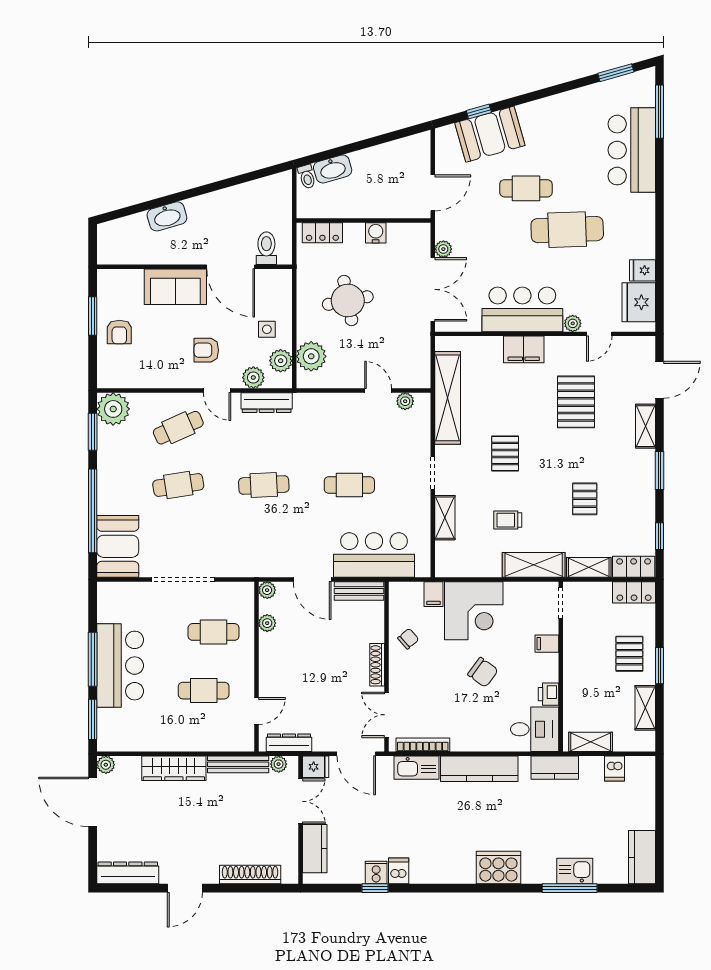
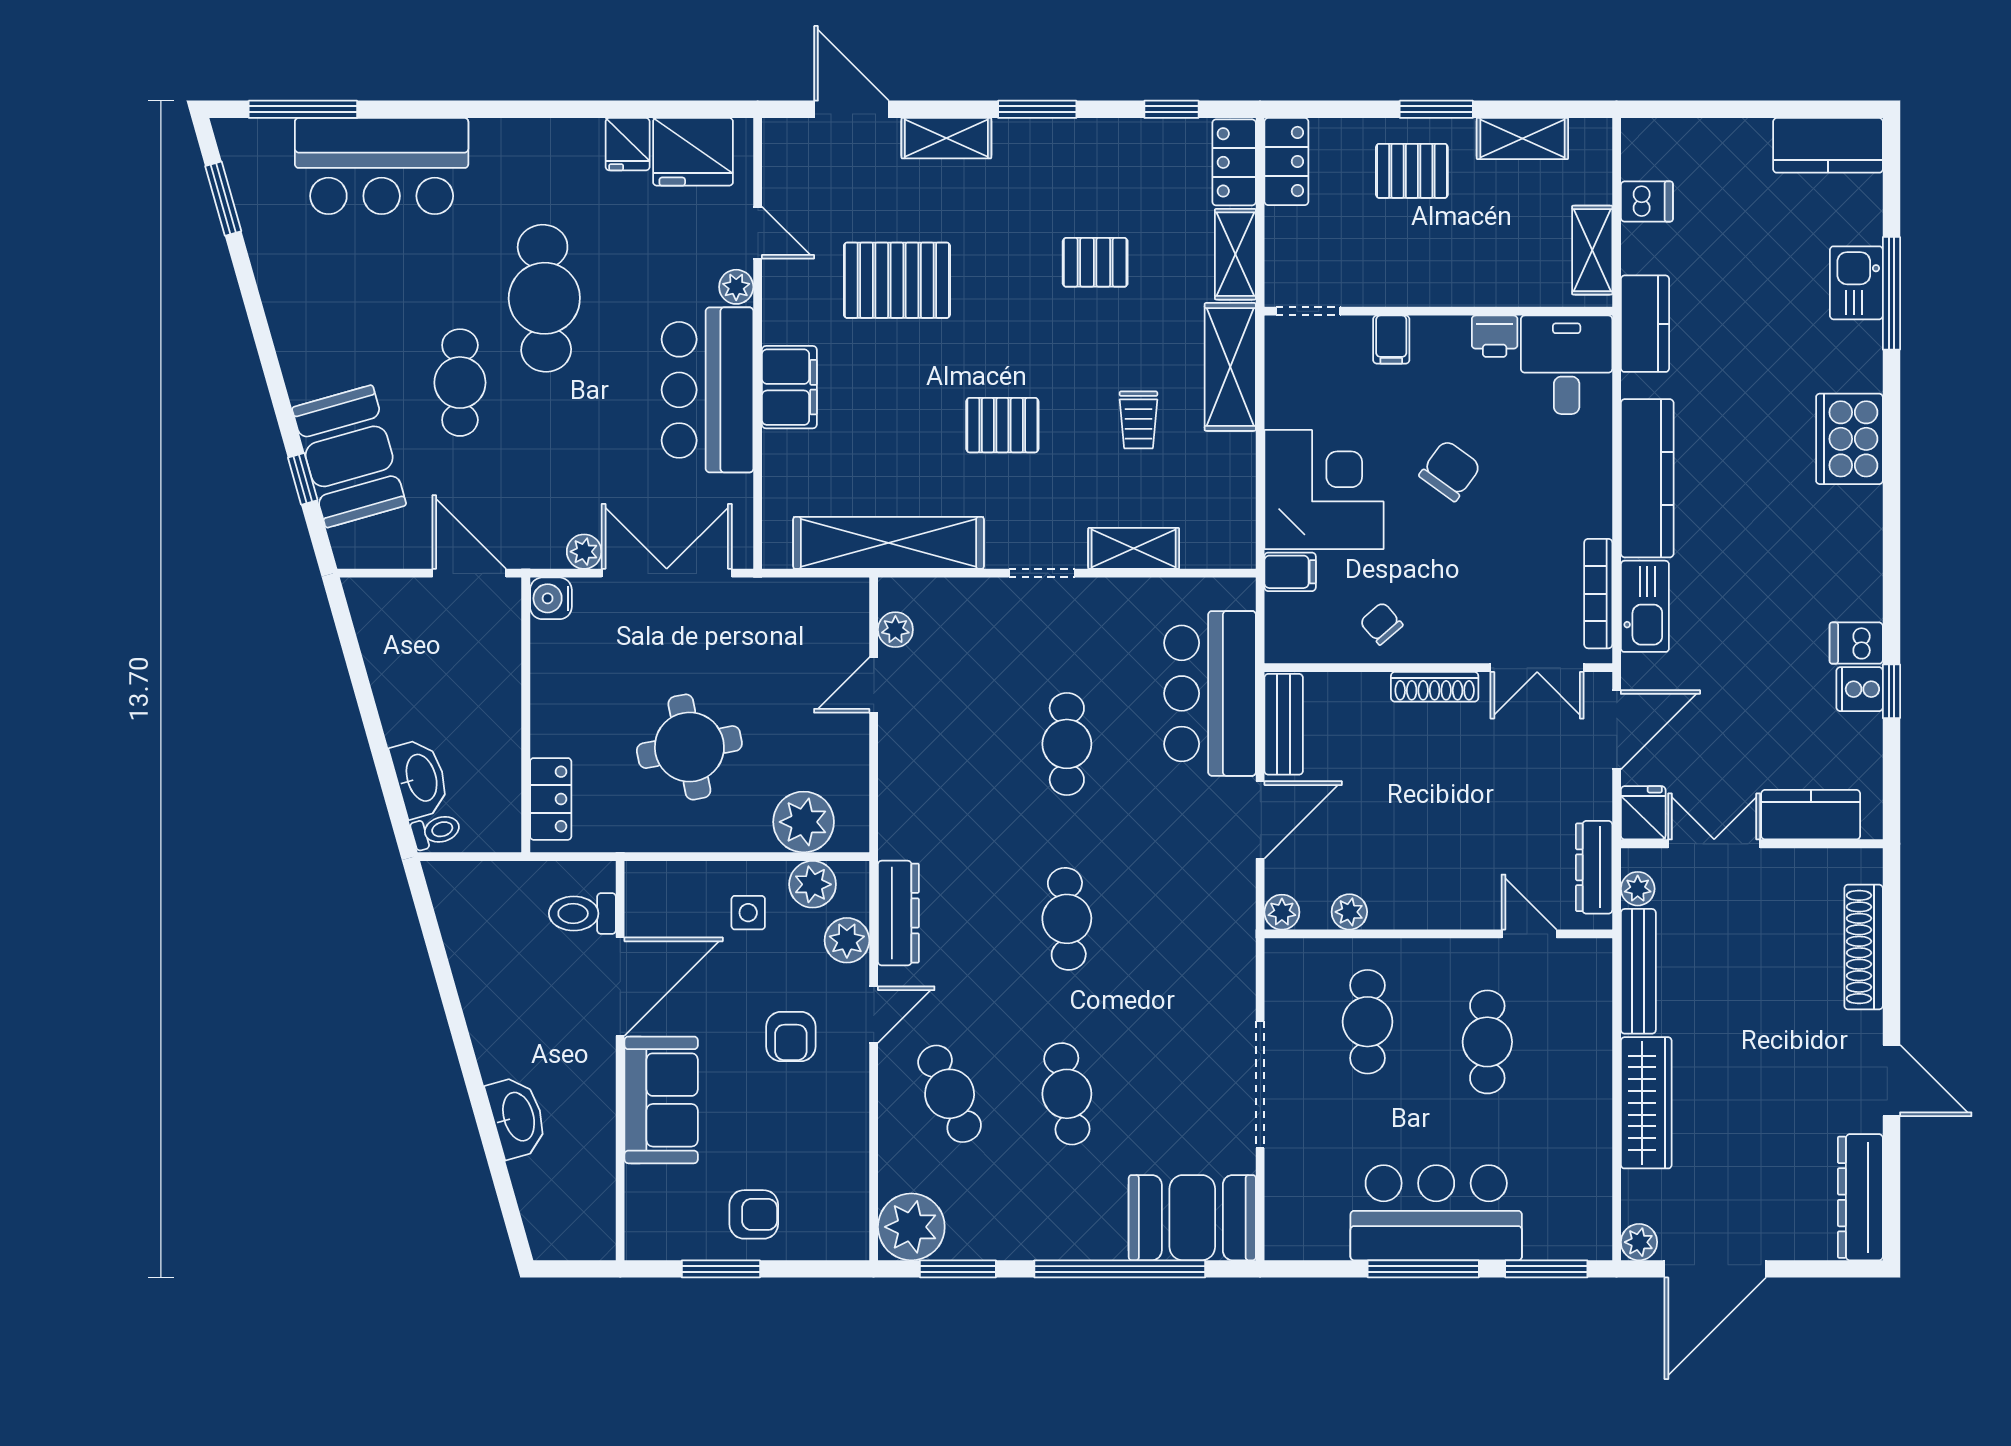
water cooler: (376, 233) -> (551, 598), moved

